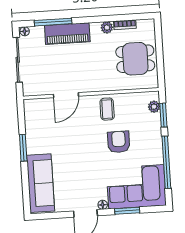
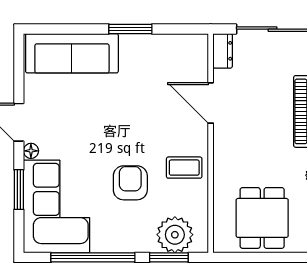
dresser: (33, 90) -> (223, 51), added
plant: (154, 107) -> (175, 235), width x1.88, depth x1.88
armchair: (119, 142) -> (130, 183), turned -90

